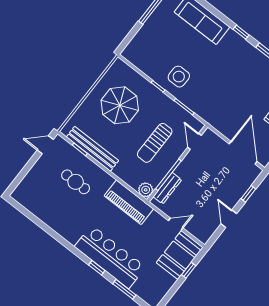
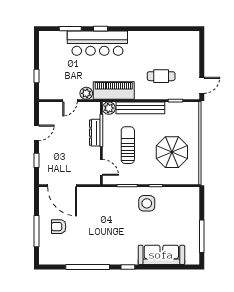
bench: (93, 149) -> (140, 108), moved
dresser: (167, 188) -> (95, 133), moved
plant: (156, 219) -> (86, 93), added
door: (229, 219) -> (36, 133), hinge flipped
booth: (180, 255) -> (51, 82), removed

